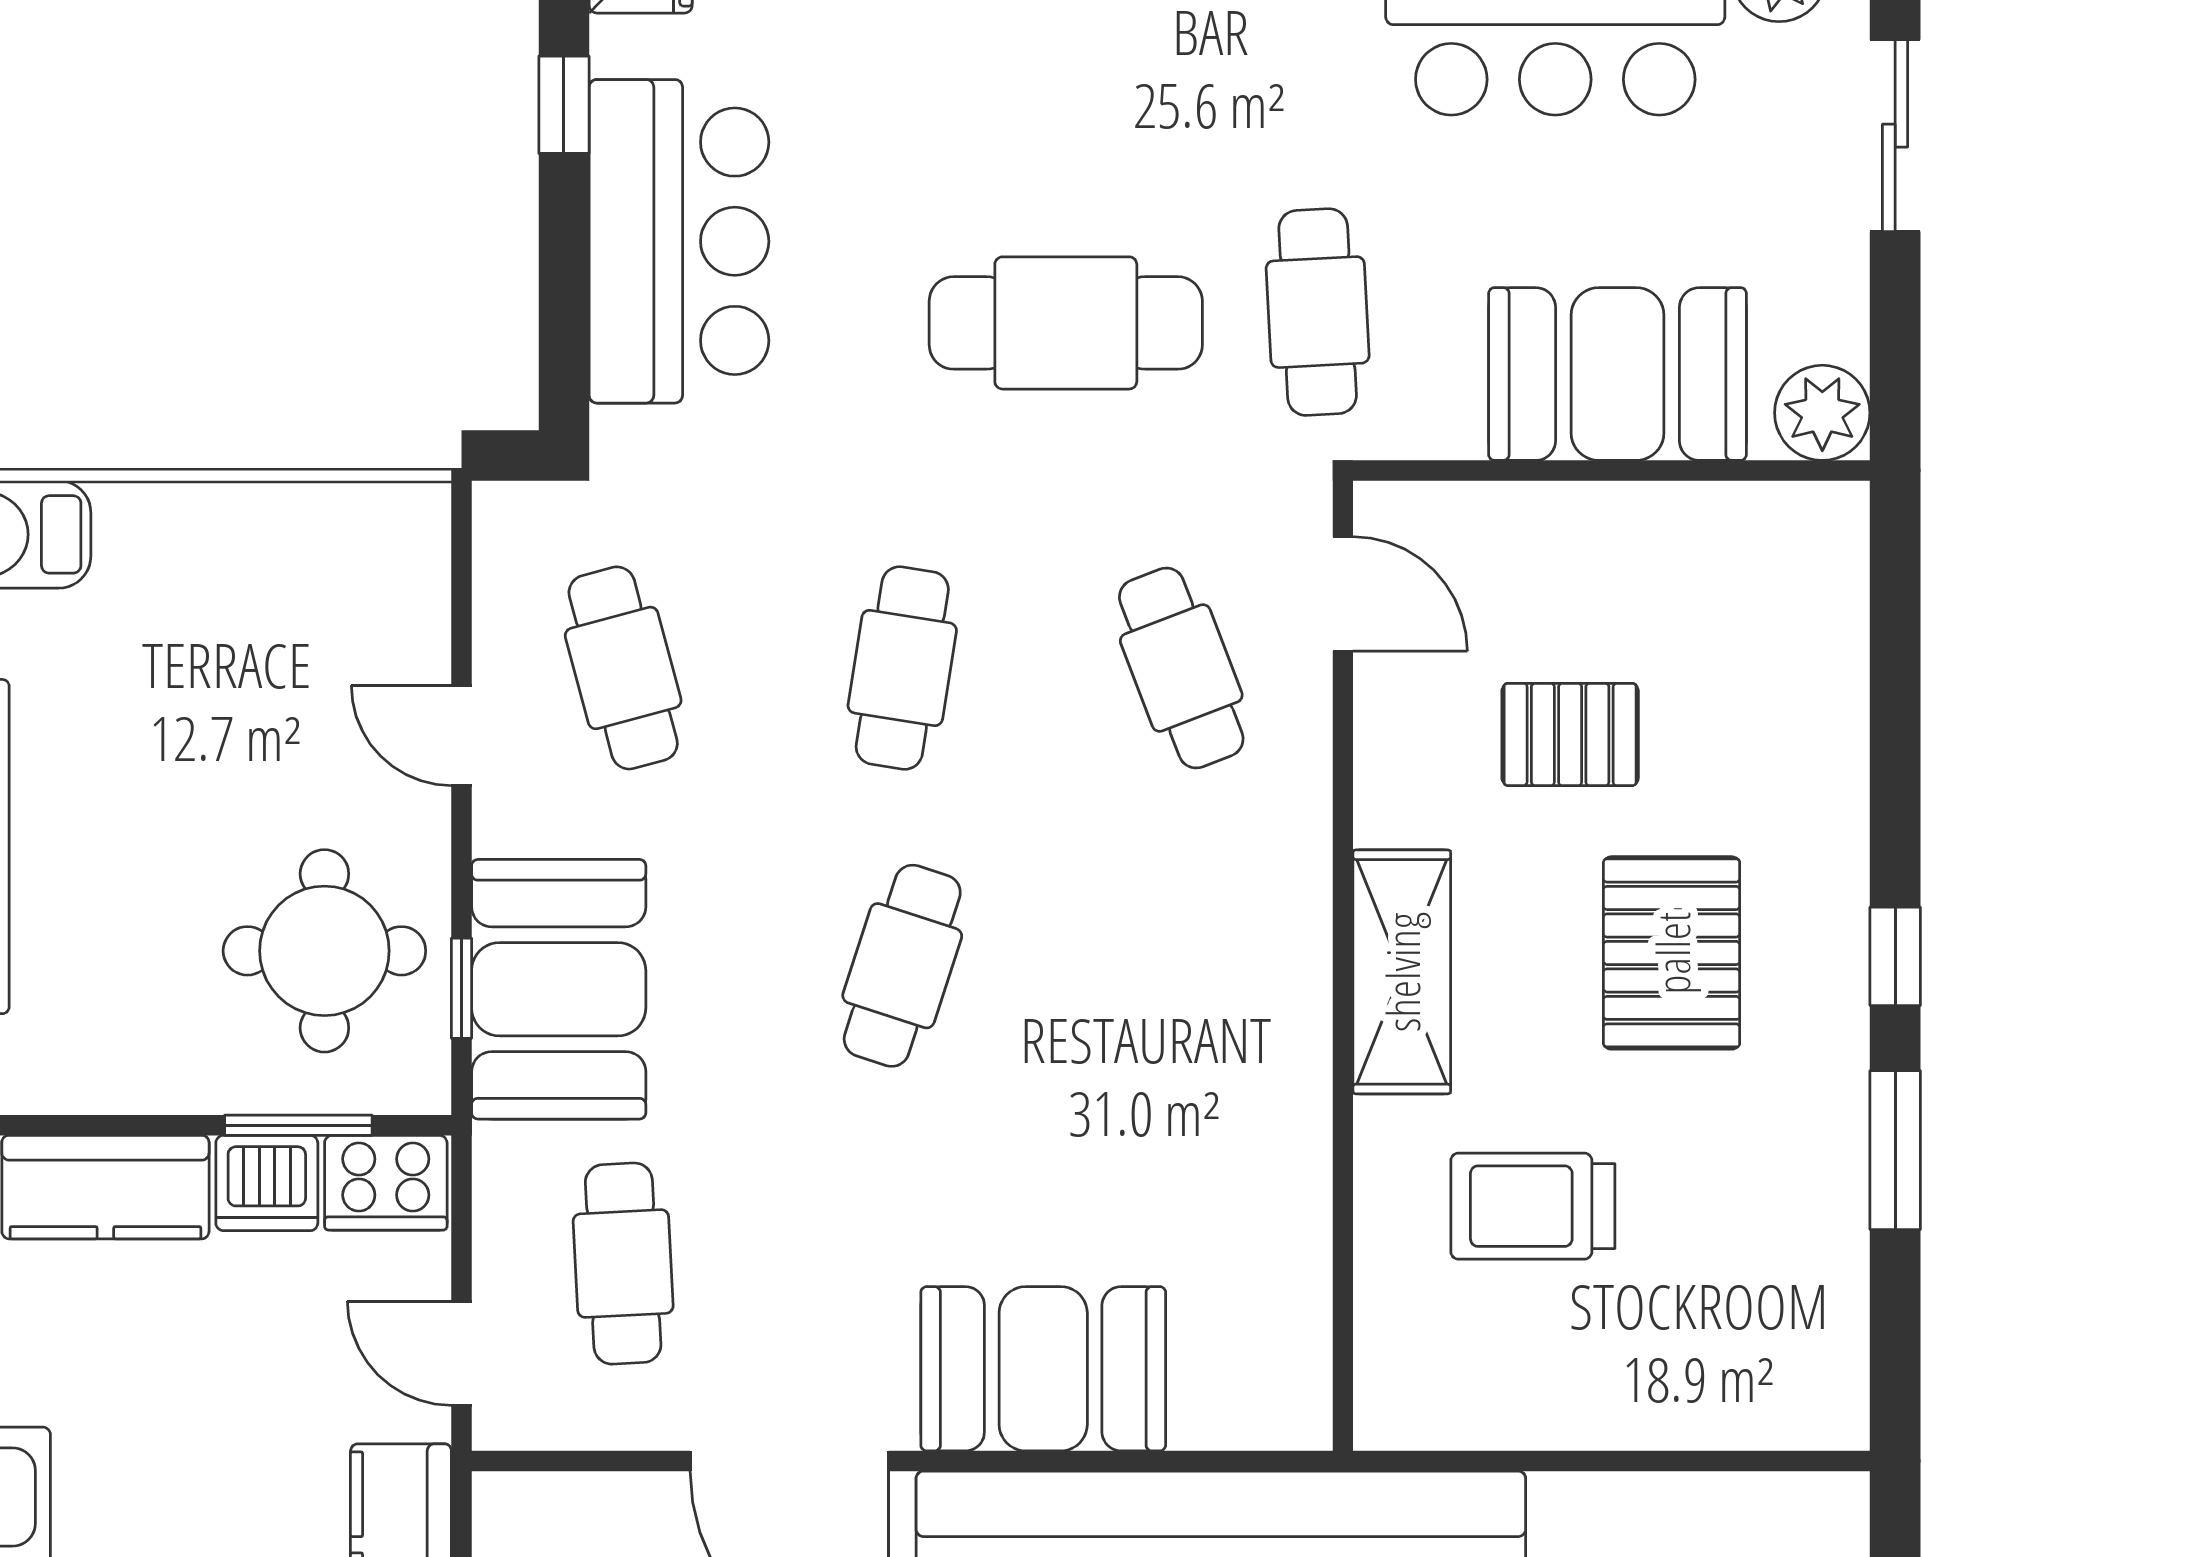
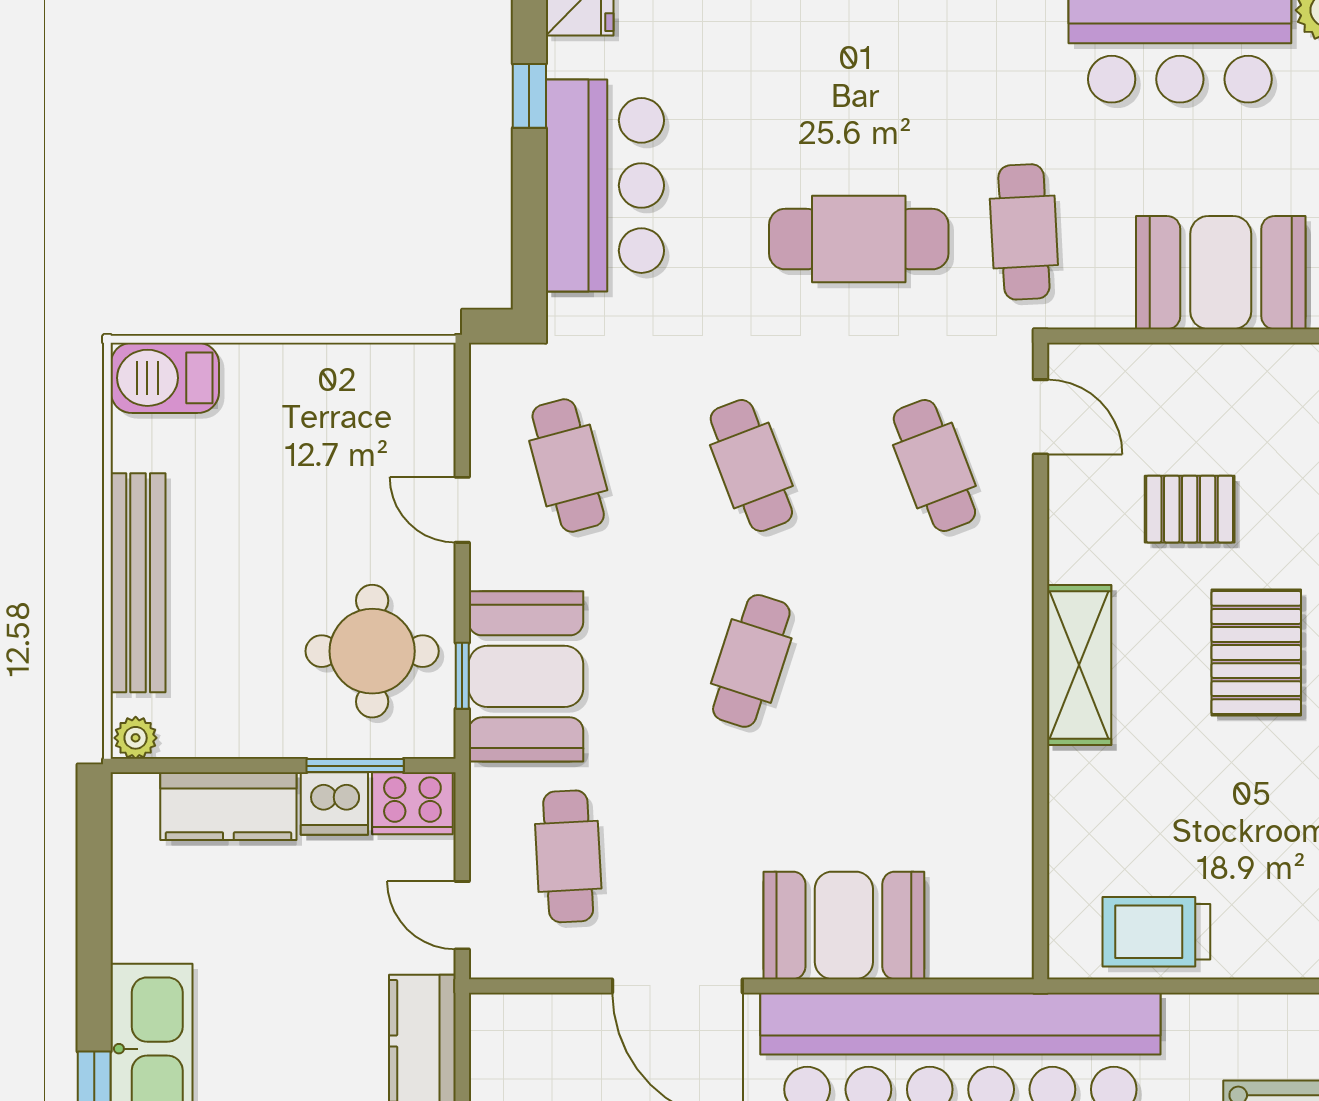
cafe table: (902, 668) -> (751, 466), turned -30
trolley: (1533, 1206) -> (1156, 932), moved

